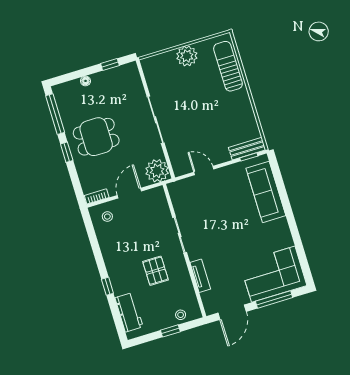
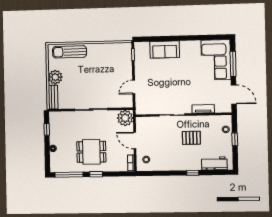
dining table: (96, 137) -> (91, 152), turned 90
bench: (247, 149) -> (53, 97), moved
sofa: (266, 192) -> (165, 50), width x0.73

